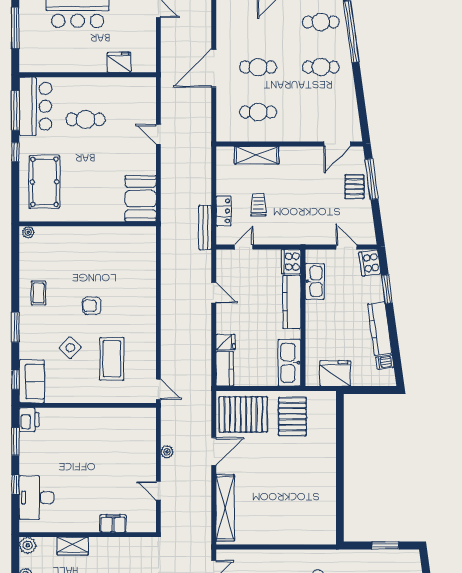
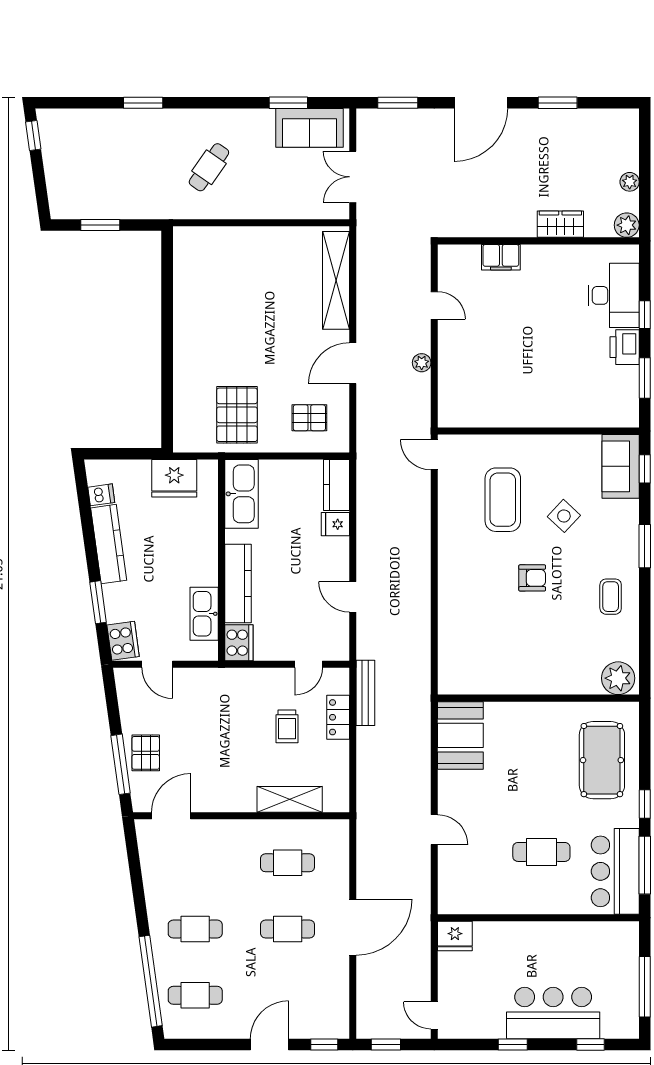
fridge: (119, 62) -> (455, 936), moved
plant: (28, 232) -> (618, 678), width x1.88, depth x1.88
pallet: (243, 414) -> (309, 418), width x0.49, depth x0.50
printer: (29, 420) -> (625, 347), moved

